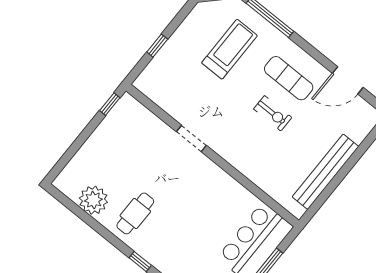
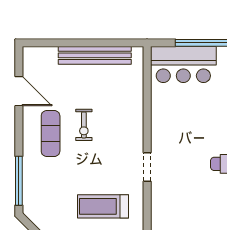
treadmill: (230, 49) -> (103, 206), moved
exercise bike: (273, 113) -> (84, 125), turned 180

